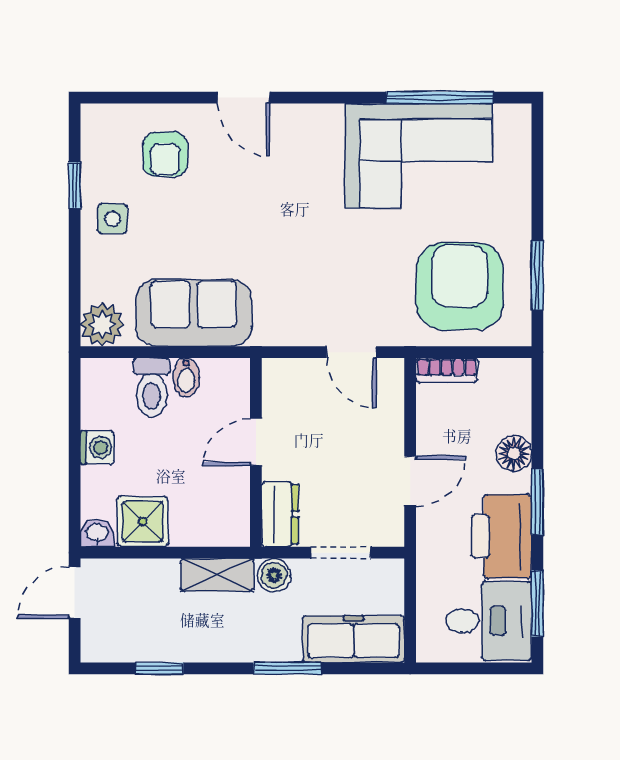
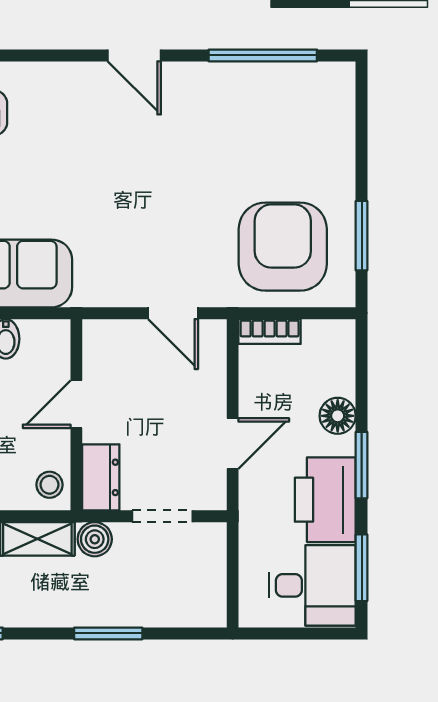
door: (244, 98) -> (134, 55), moved
corner sofa: (418, 156) -> (241, 114), removed
stool: (229, 521) -> (50, 485), added
freezer: (354, 639) -> (175, 604), removed

